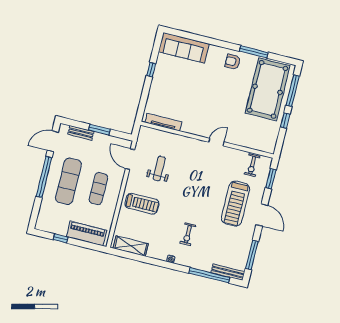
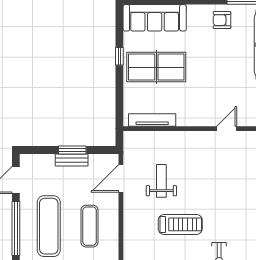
table tennis table: (176, 84) -> (156, 67), added
bench: (81, 133) -> (72, 160), moved
door: (130, 159) -> (121, 178), hinge flipped
treadmill: (142, 204) -> (180, 224), moved

